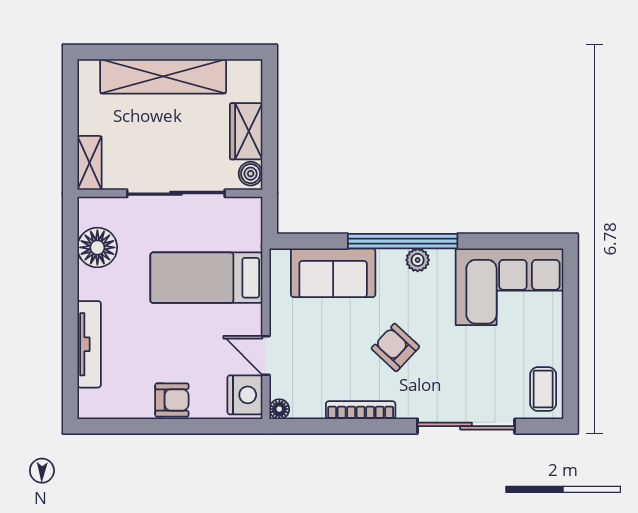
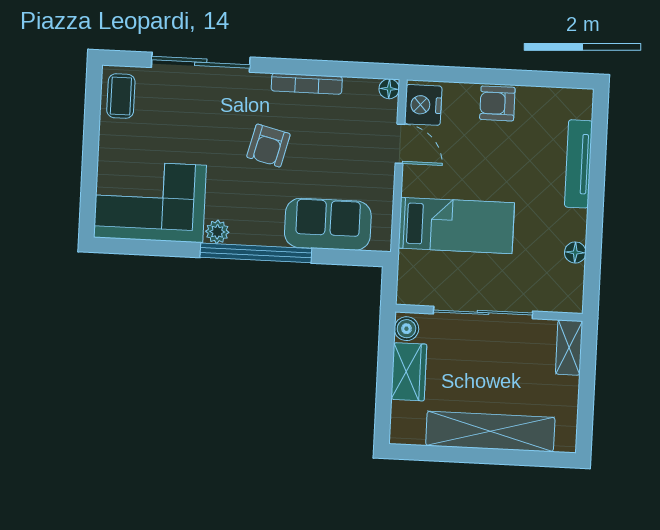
floor lamp: (97, 247) -> (575, 252), width x0.53, depth x0.53
plant: (418, 260) -> (217, 232), moved
armchair: (395, 347) -> (268, 146), turned 61

